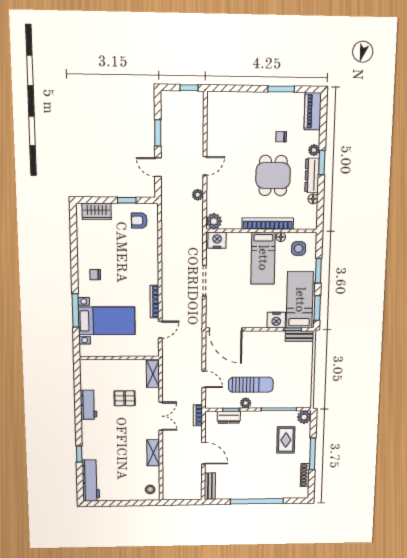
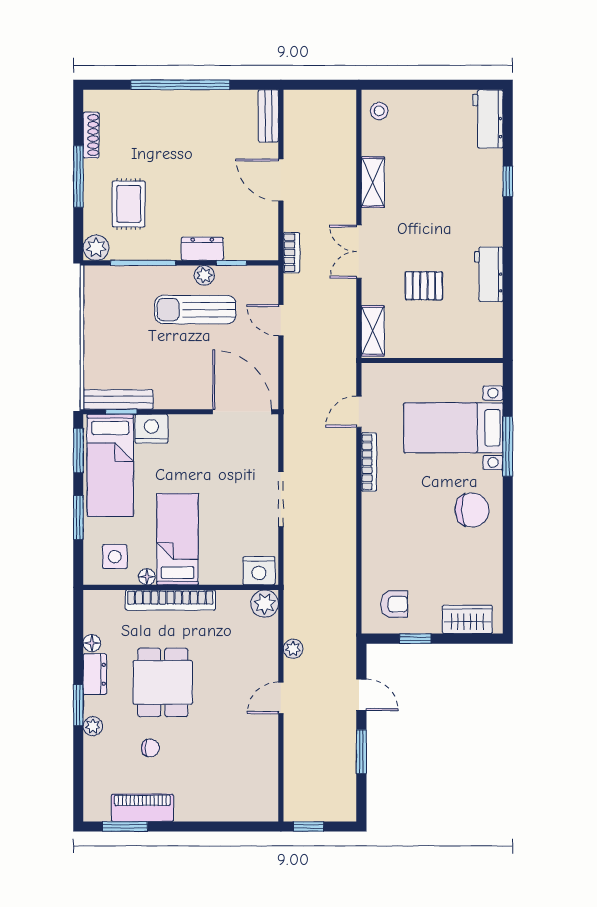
window: (281, 89) -> (125, 826), moved
piano: (313, 111) -> (142, 808), moved, turned -90
dresser: (312, 175) -> (95, 674), width x0.70
chair: (95, 275) -> (472, 510), width x1.87, depth x1.87
bench: (299, 336) -> (118, 400), width x1.36
dresser: (229, 417) -> (202, 249), moved
workbench: (91, 481) -> (488, 119), width x0.73

